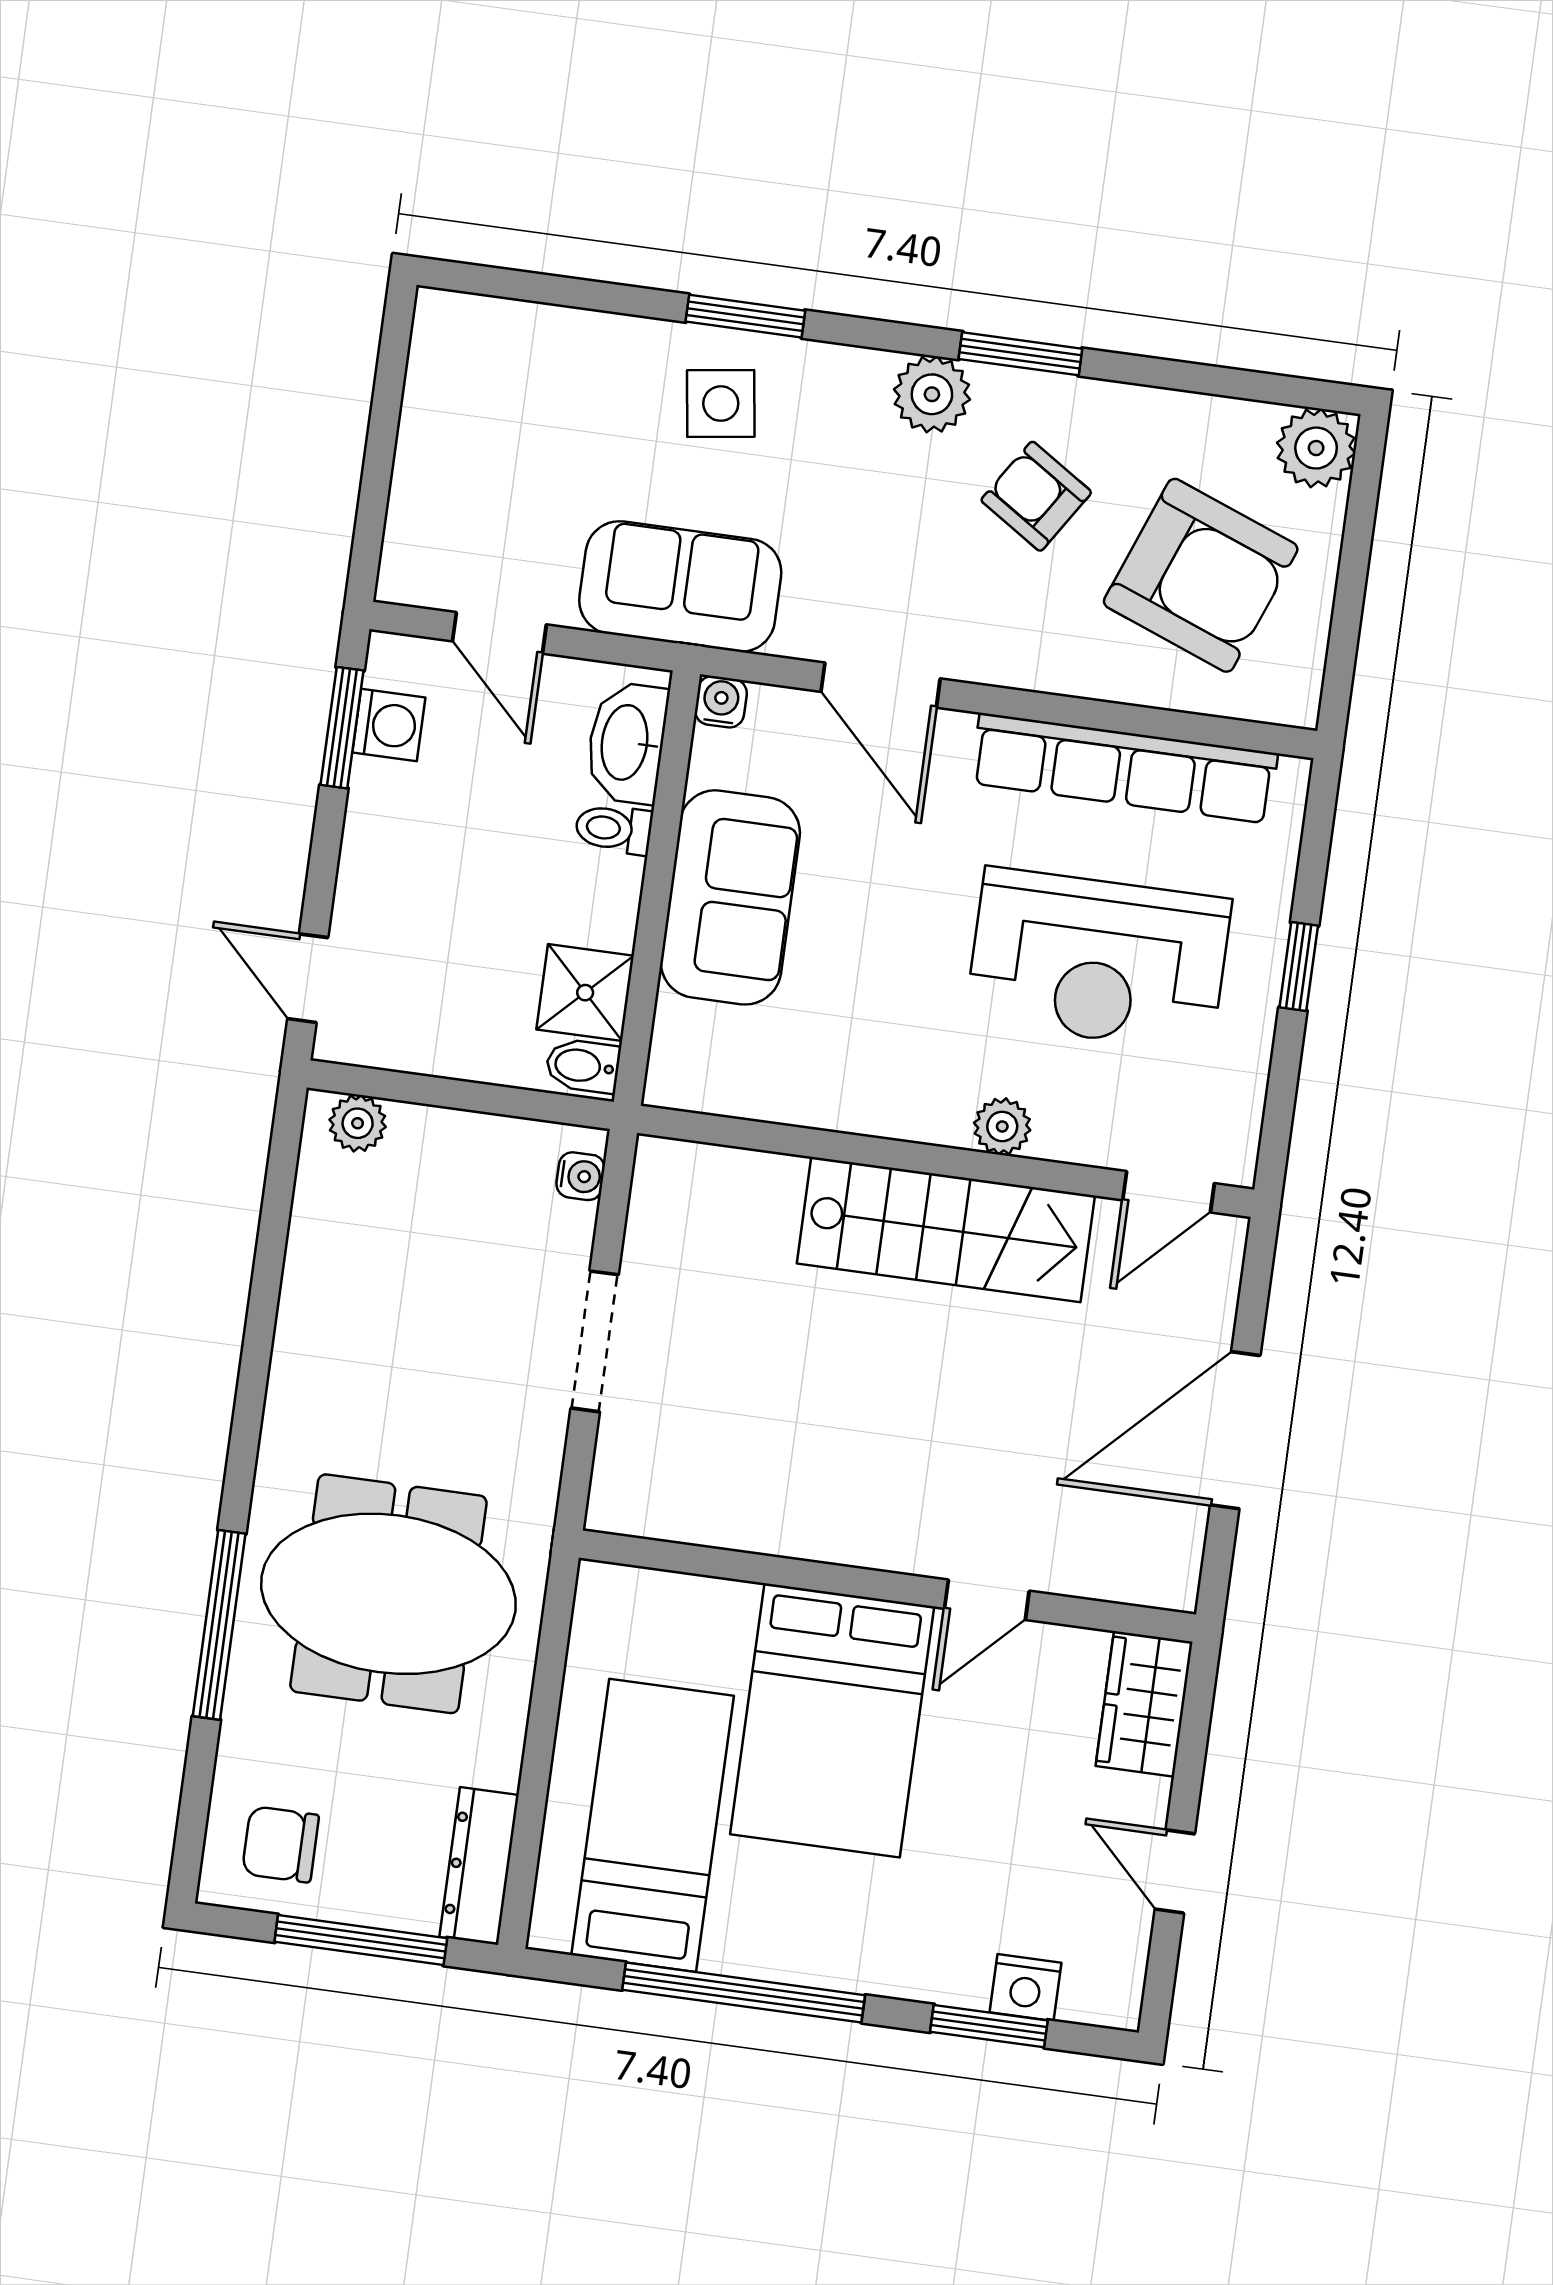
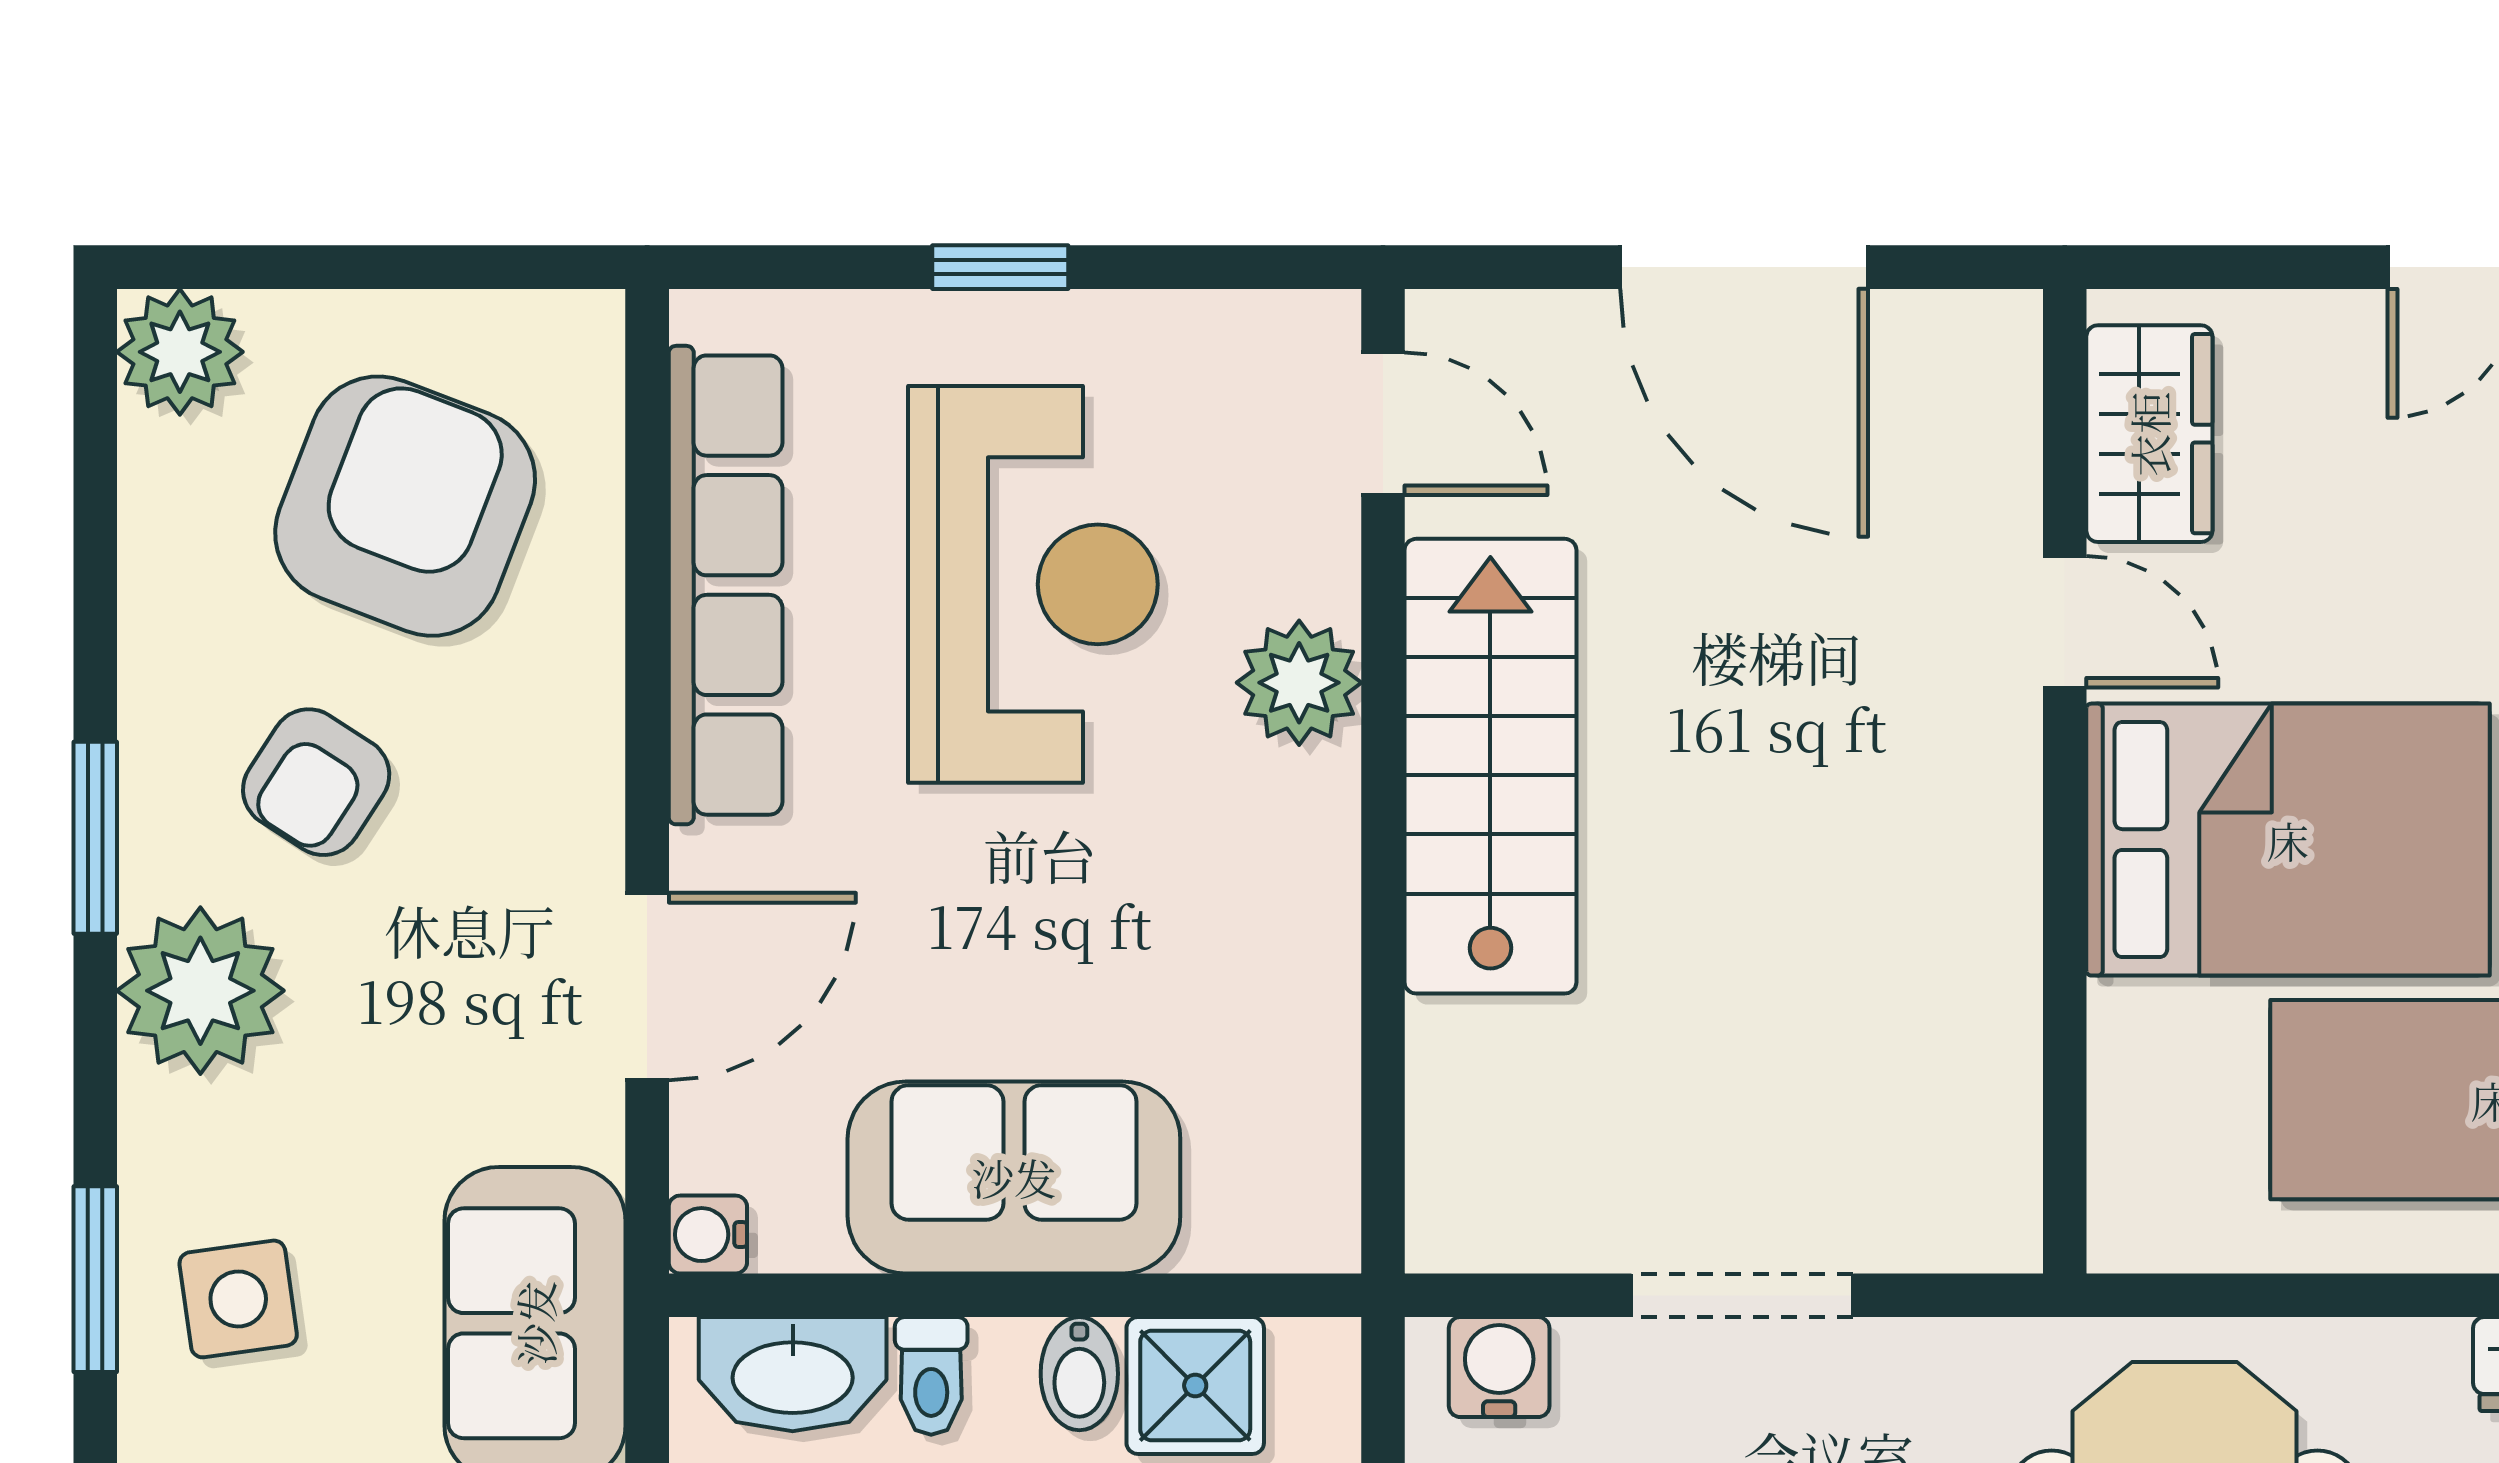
plant: (932, 394) -> (200, 991), width x1.36, depth x1.36
bidet: (583, 1066) -> (1079, 1374), moved
plant: (1002, 1126) -> (1299, 683), width x1.38, depth x1.38
water cooler: (581, 1176) -> (1499, 1367), width x1.38, depth x1.38
wardrobe: (1144, 1704) -> (2149, 434), moved, turned -90

